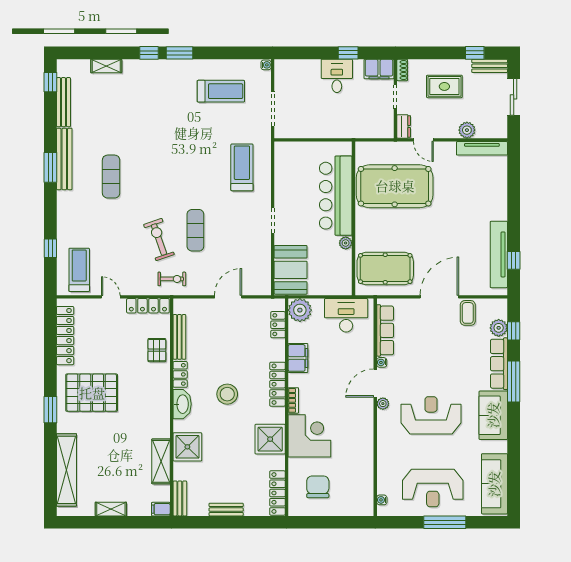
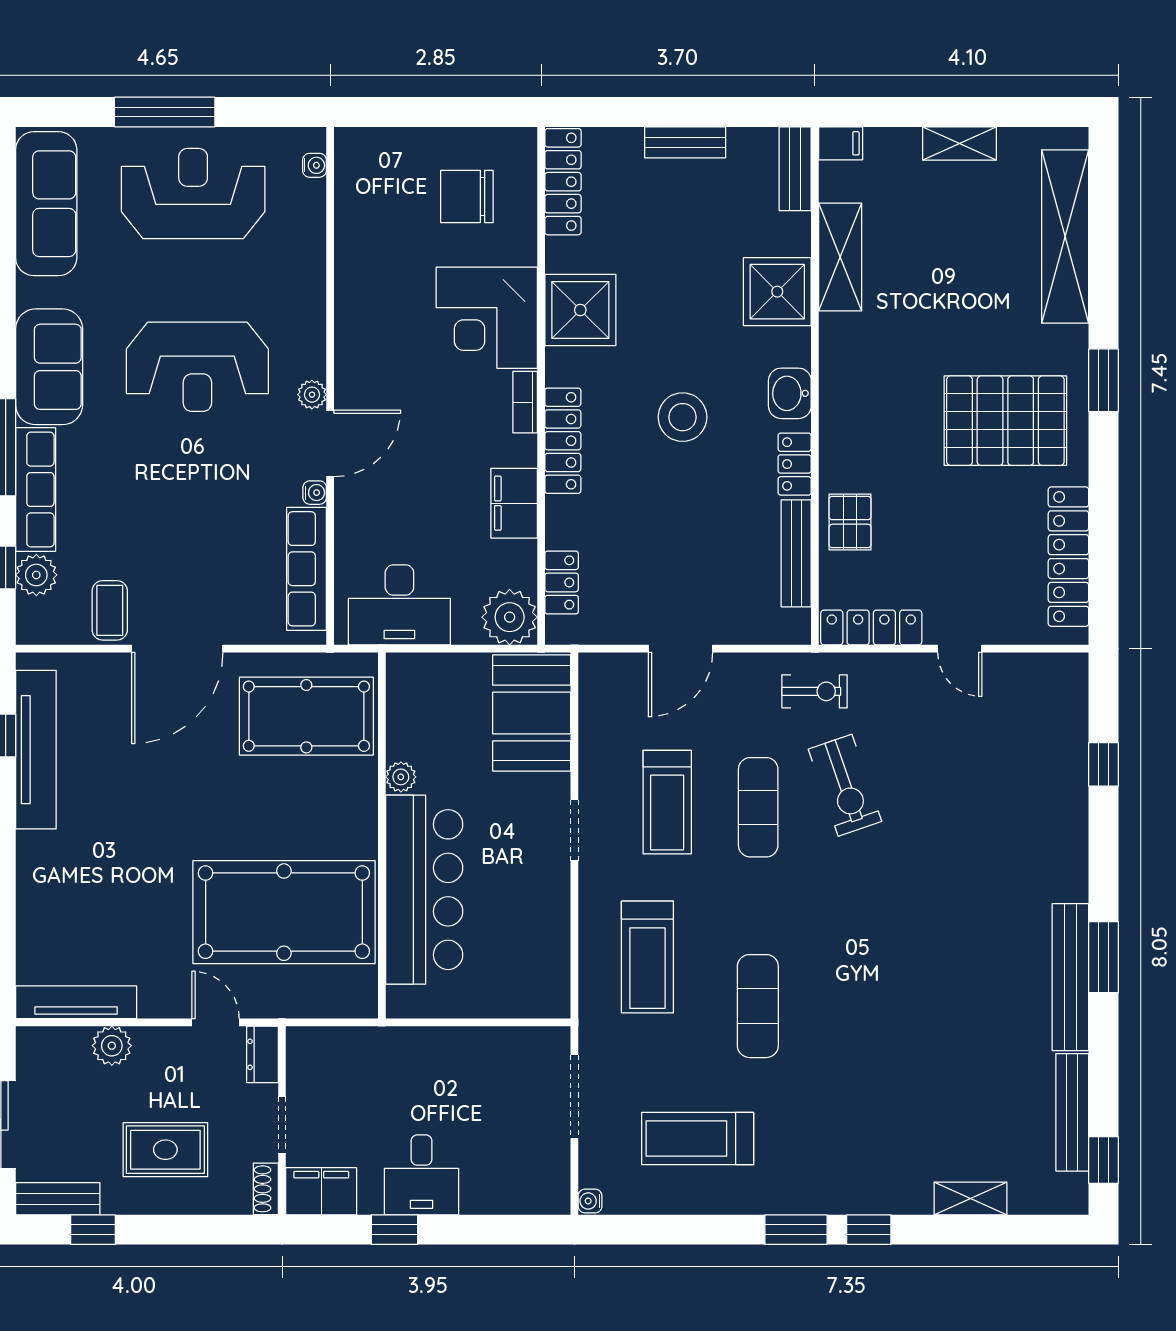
exercise mat: (111, 177) -> (758, 1006), moved
treadmill: (79, 270) -> (667, 802), moved
exercise bike: (172, 279) -> (814, 691), turned 180
washbasin: (182, 404) -> (790, 393), width x0.72
chair: (318, 487) -> (467, 196), turned 90

